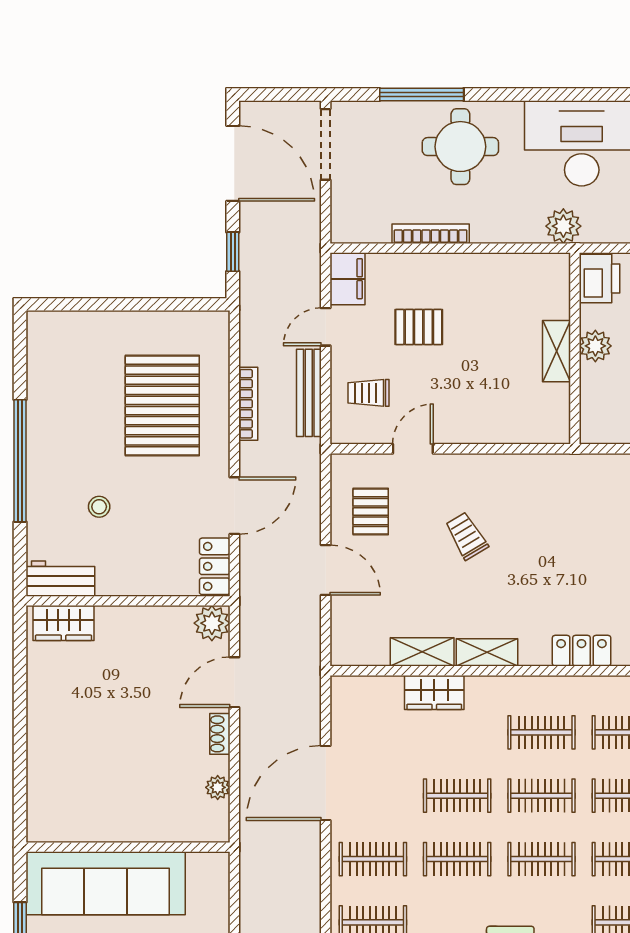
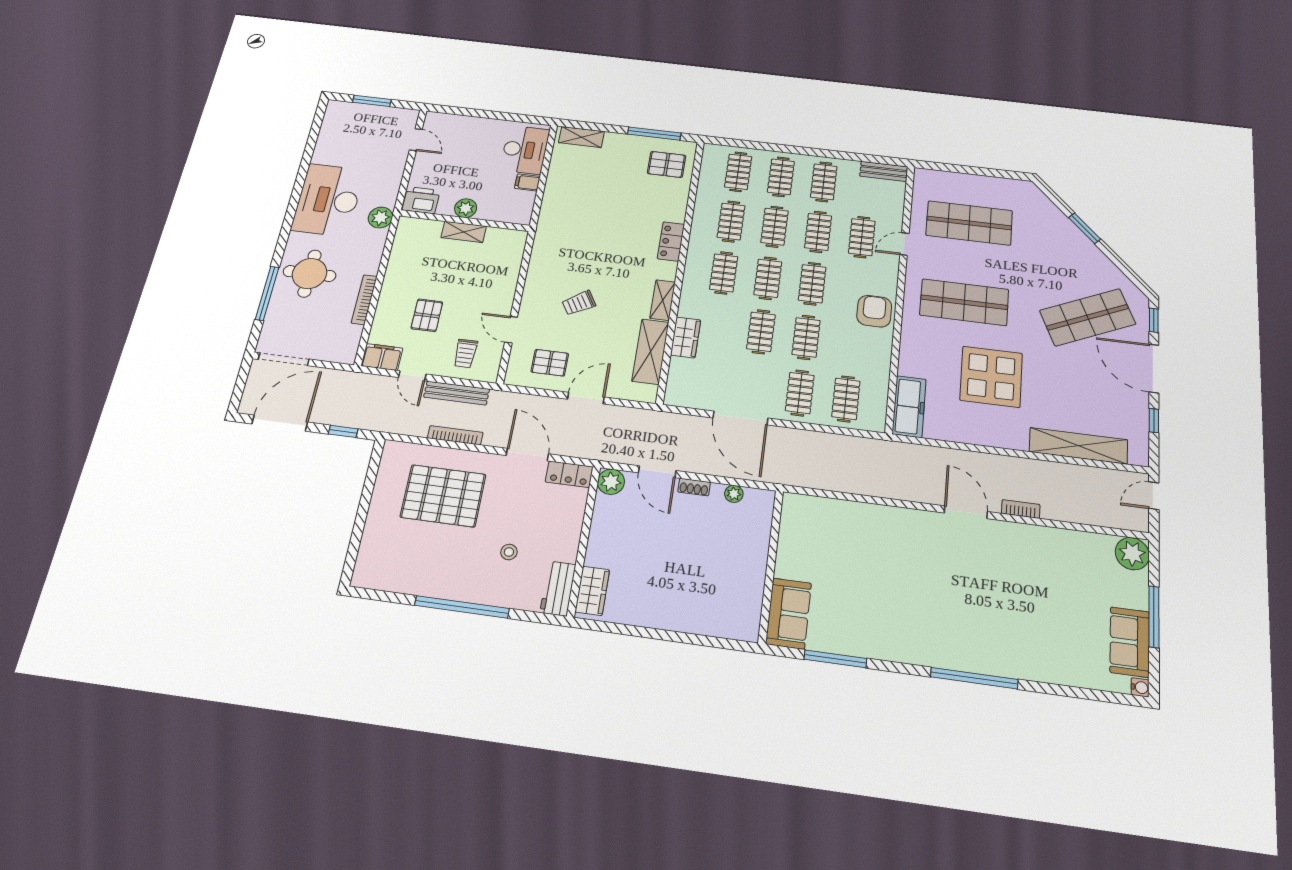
shelving: (422, 652) -> (650, 352), width x1.50, depth x1.33
sofa: (106, 883) -> (789, 613), width x0.54, depth x0.79

